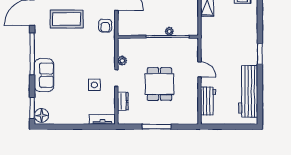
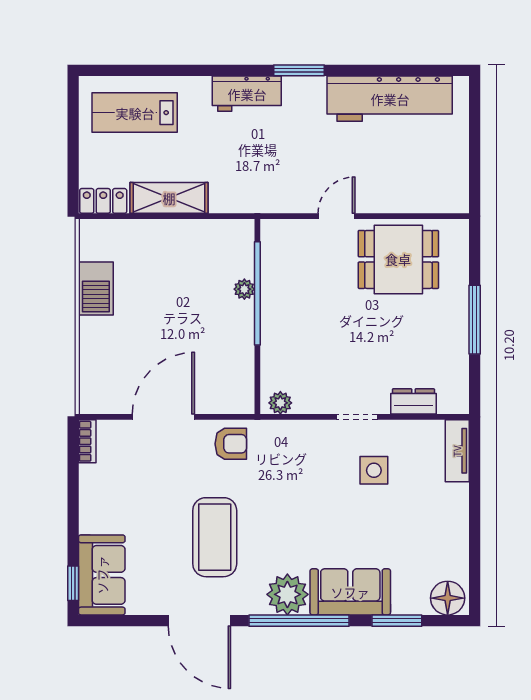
plant: (43, 49) -> (287, 594), added
plant: (122, 61) -> (280, 403), moved
dining table: (160, 84) -> (398, 259), moved
workbench: (208, 101) -> (247, 94), moved, turned 180
window: (32, 108) -> (397, 621), moved

